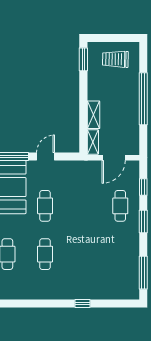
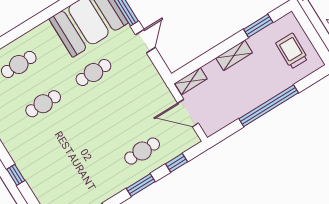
window: (83, 59) -> (258, 26), moved
shelving: (93, 115) -> (234, 55), moved
door: (46, 156) -> (145, 41), hinge flipped

